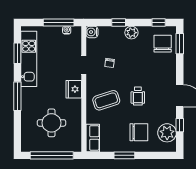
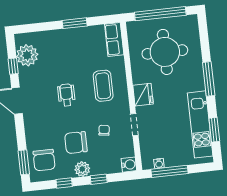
window: (159, 23) -> (64, 183), moved
coffee table: (106, 100) -> (103, 86), turned -72
round table: (52, 123) -> (165, 52), width x1.36, depth x1.36
chair: (139, 132) -> (76, 143), moved

